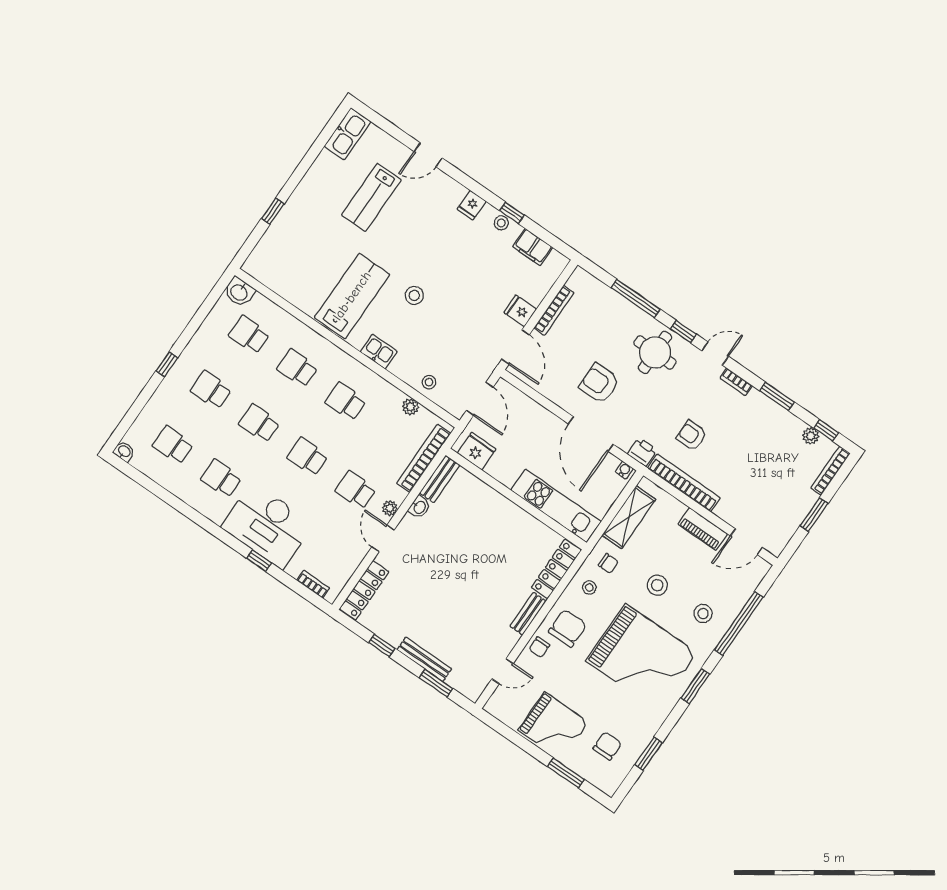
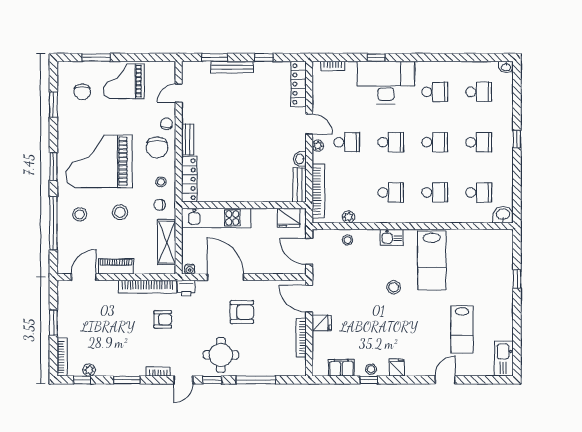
lab bench: (371, 197) -> (462, 329), turned 180

